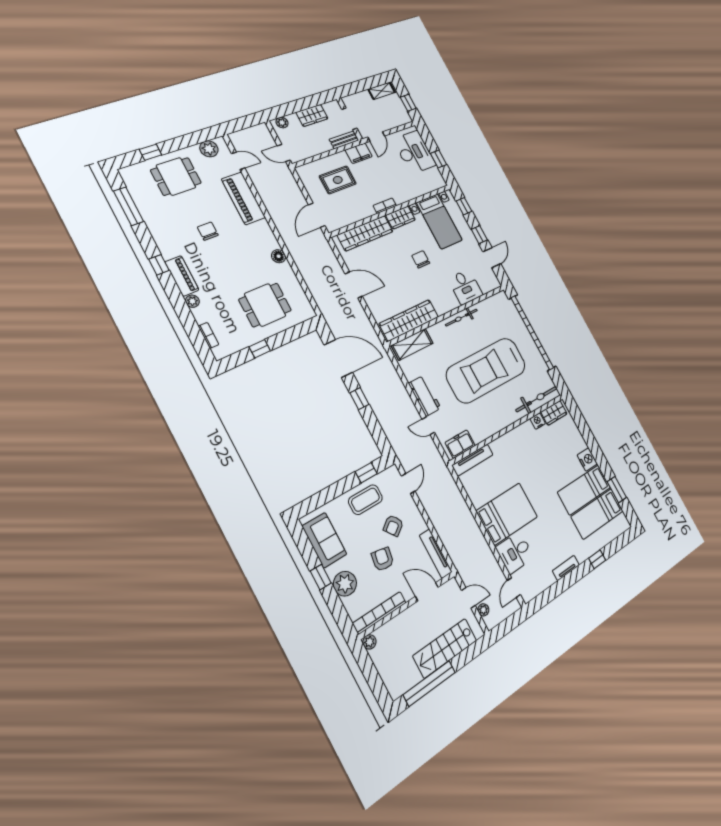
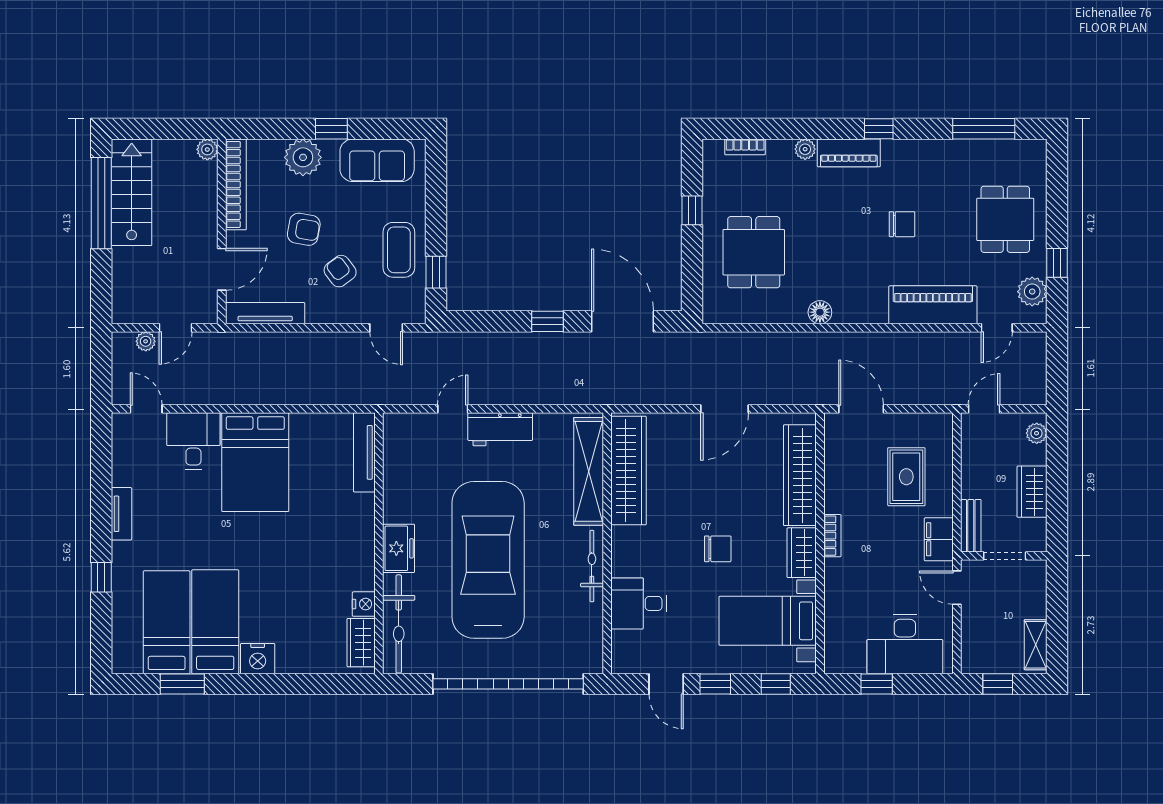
window: (150, 152) -> (1057, 263), moved
shelving: (412, 344) -> (589, 471), width x1.47
door: (338, 359) -> (623, 321), swing flipped
freezer: (460, 444) -> (399, 548), moved
stairs: (445, 648) -> (132, 192), moved

